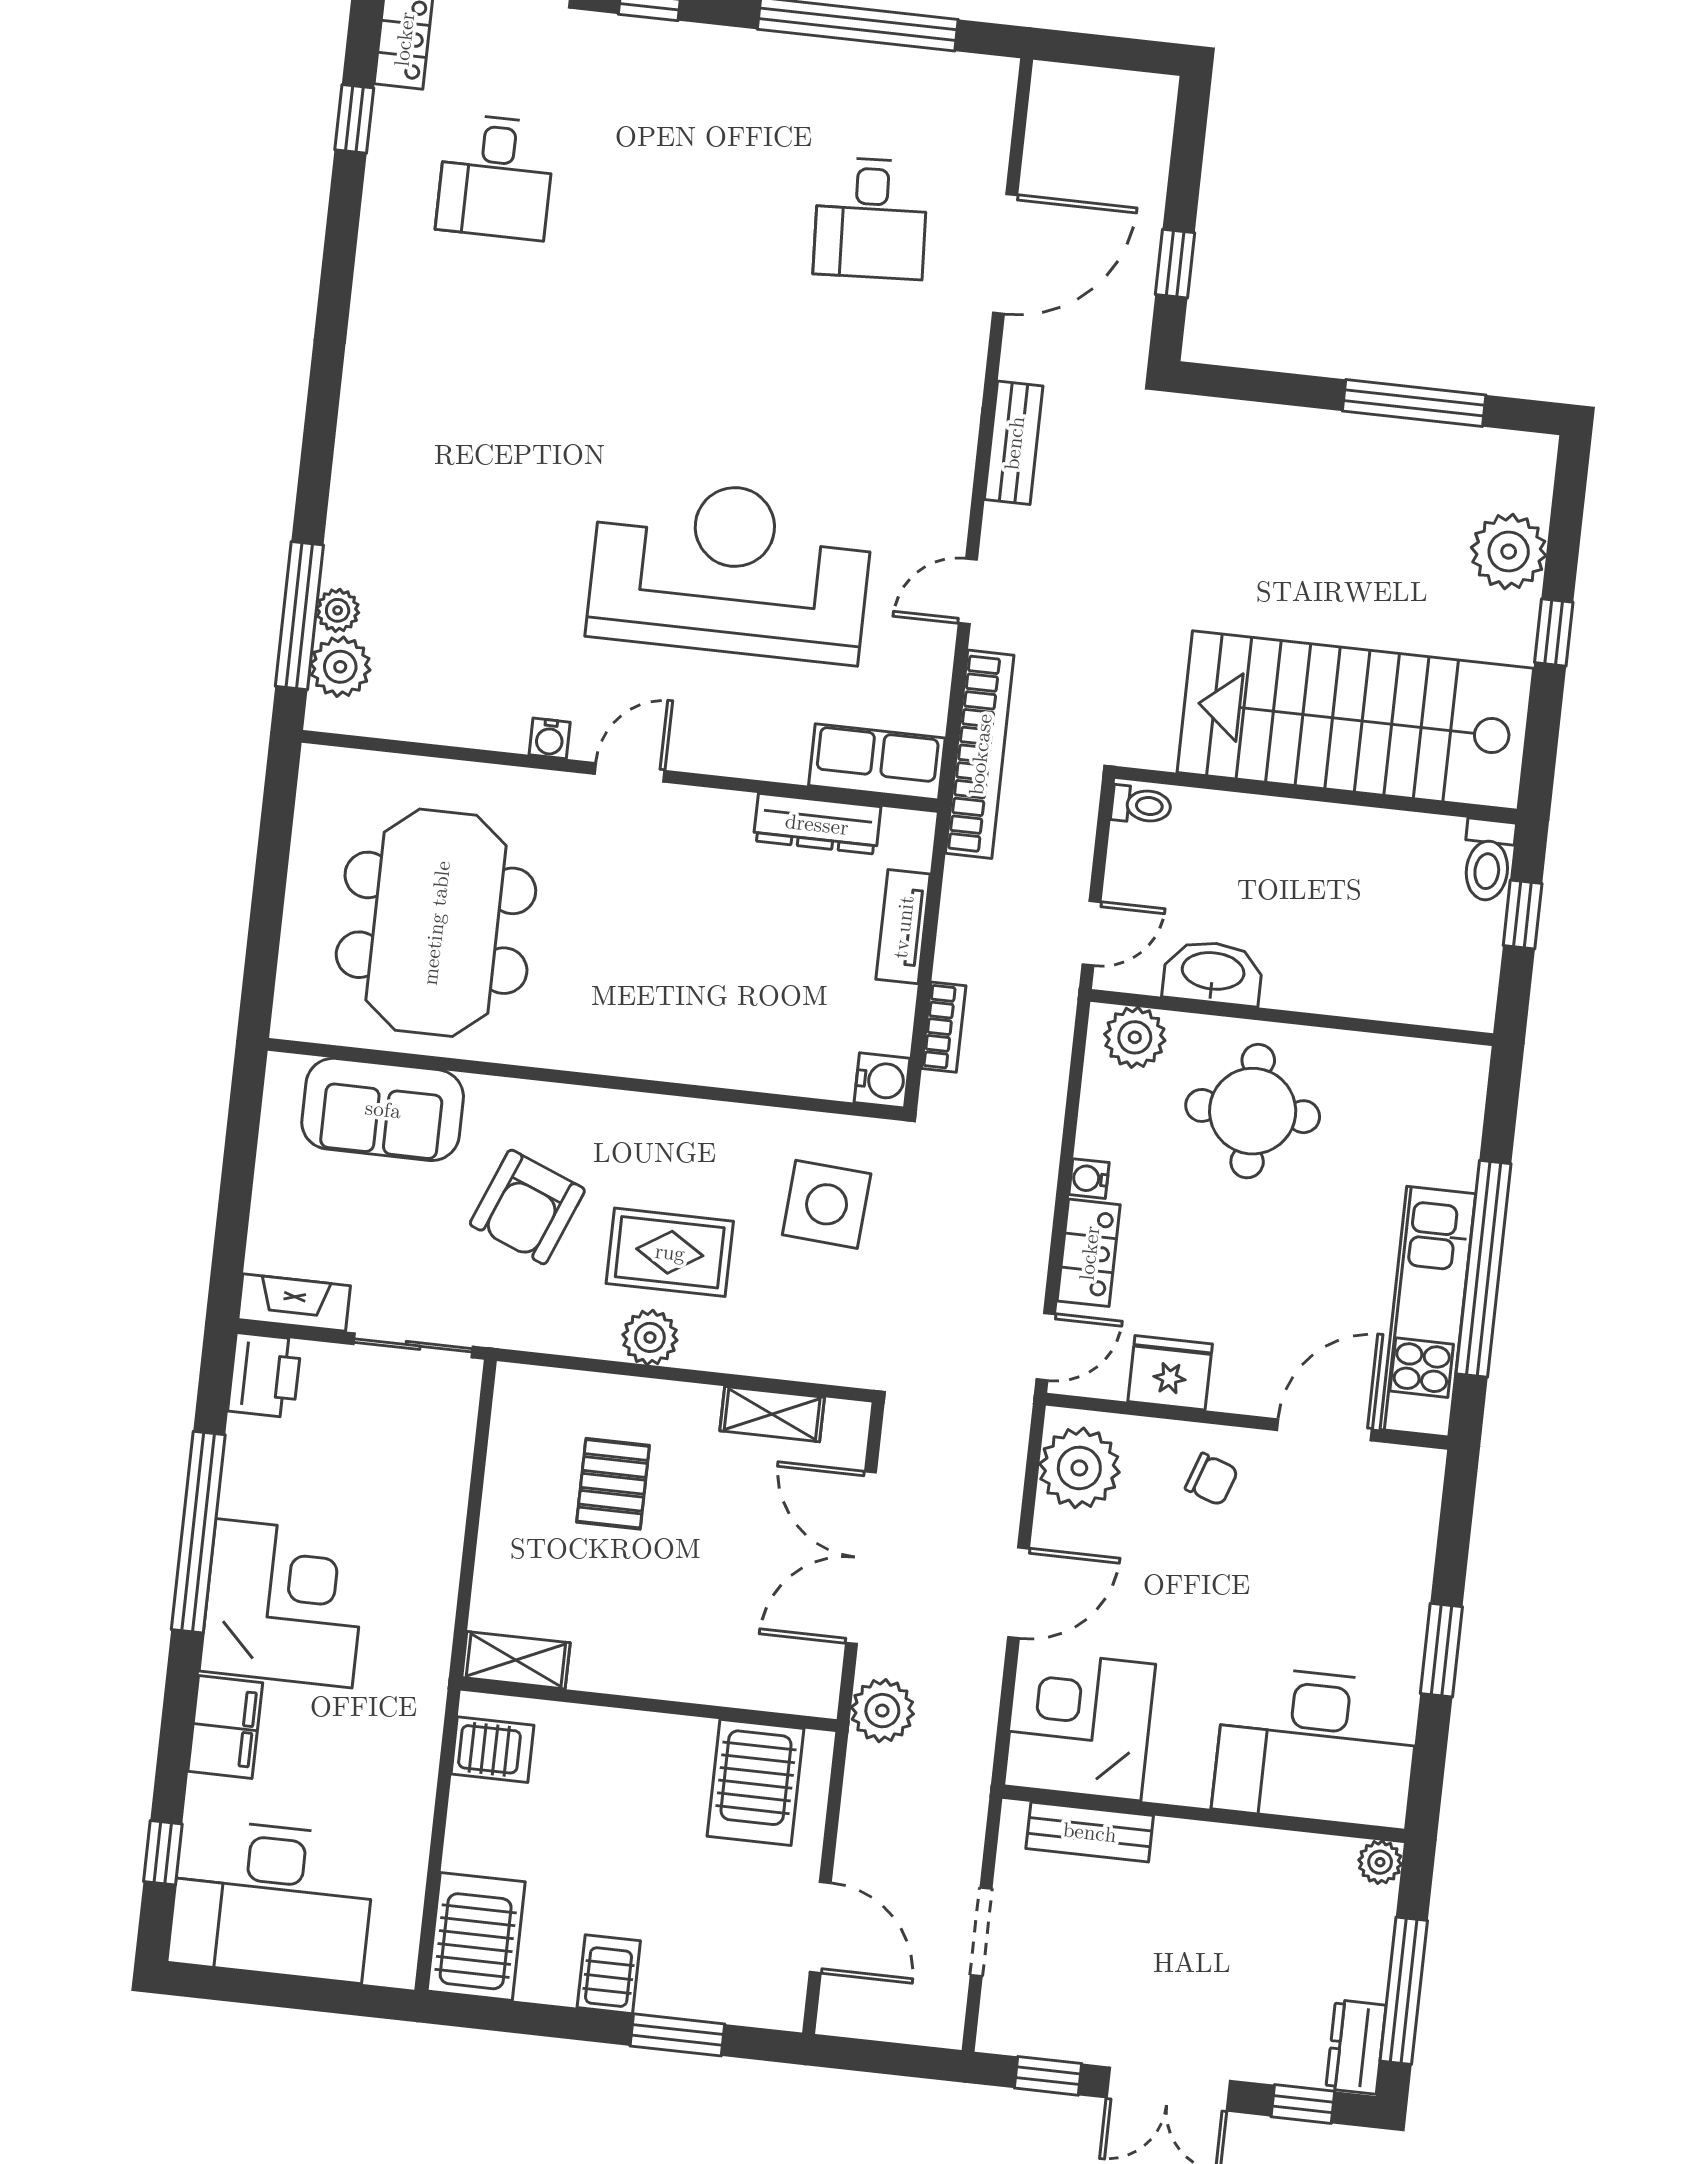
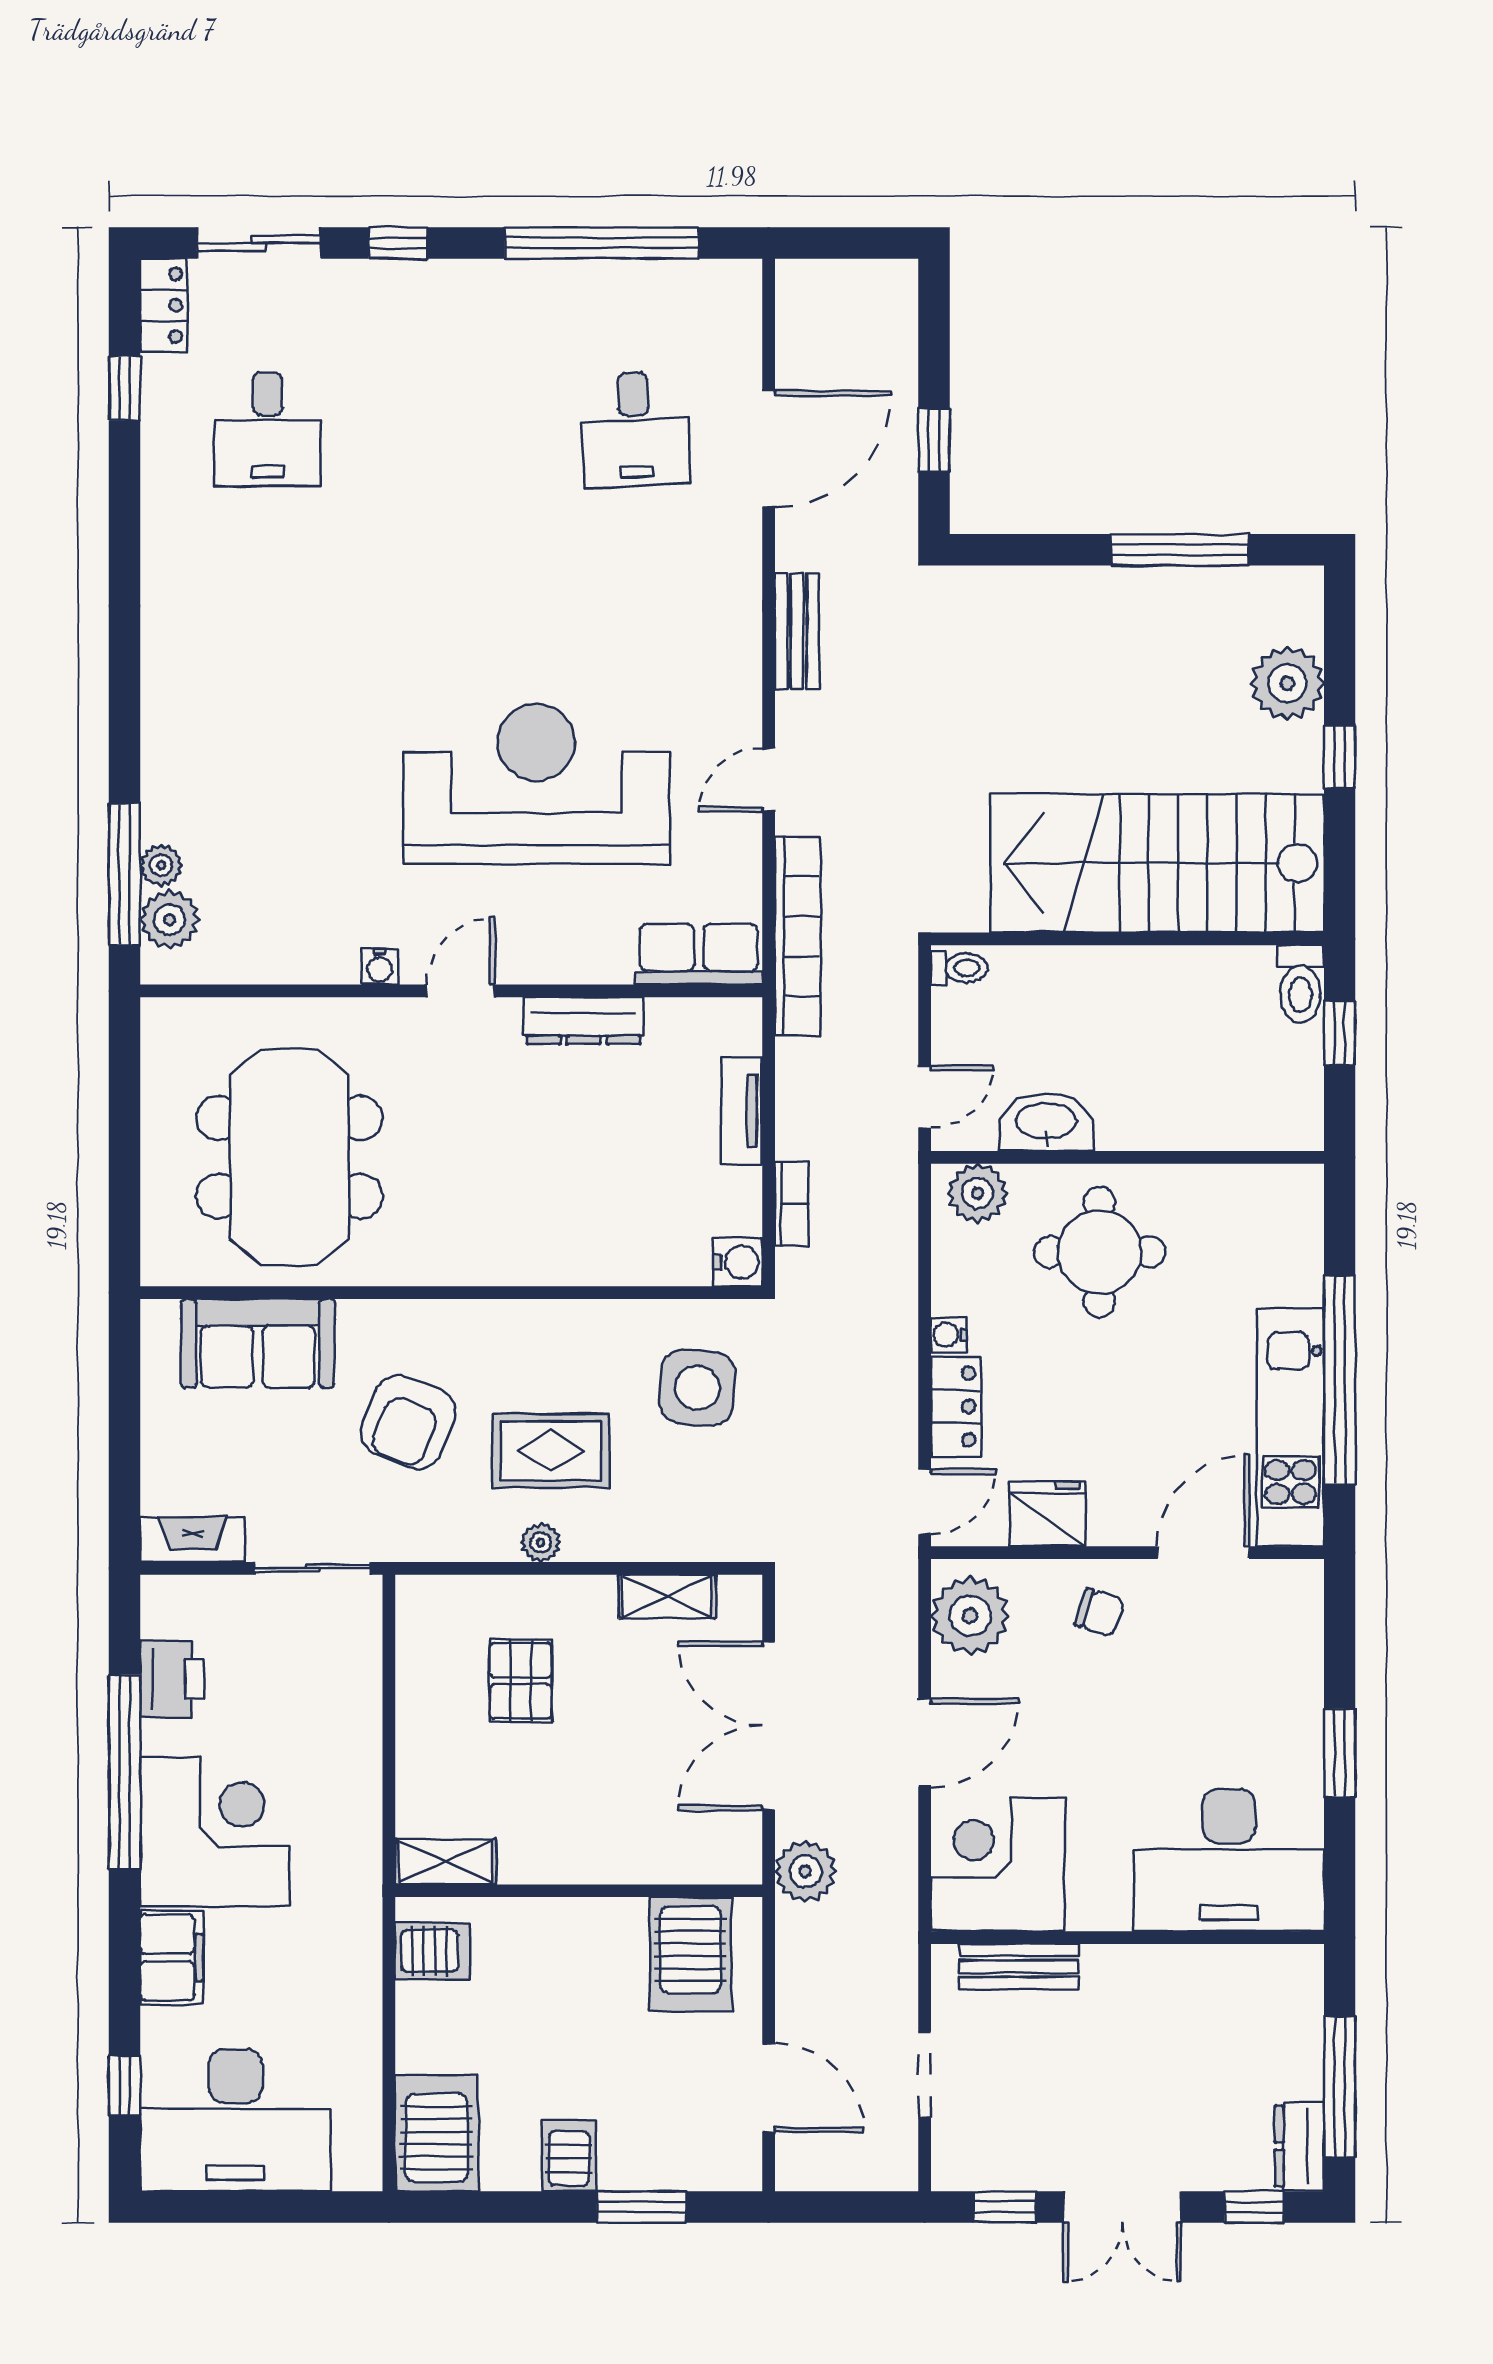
dresser: (817, 824) -> (583, 1021), moved
plant: (650, 1337) -> (541, 1543), width x0.73, depth x0.73
printer: (265, 1375) -> (172, 1679), moved
plant: (1380, 1862) -> (1303, 1965), removed

